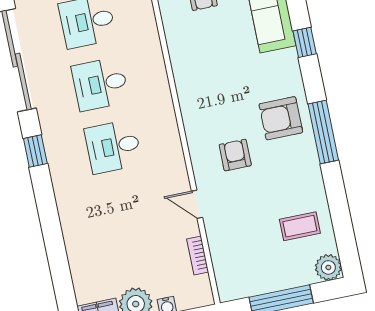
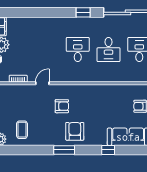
desk: (100, 84) -> (109, 50), turned 180
window: (323, 132) -> (64, 150), width x0.69

